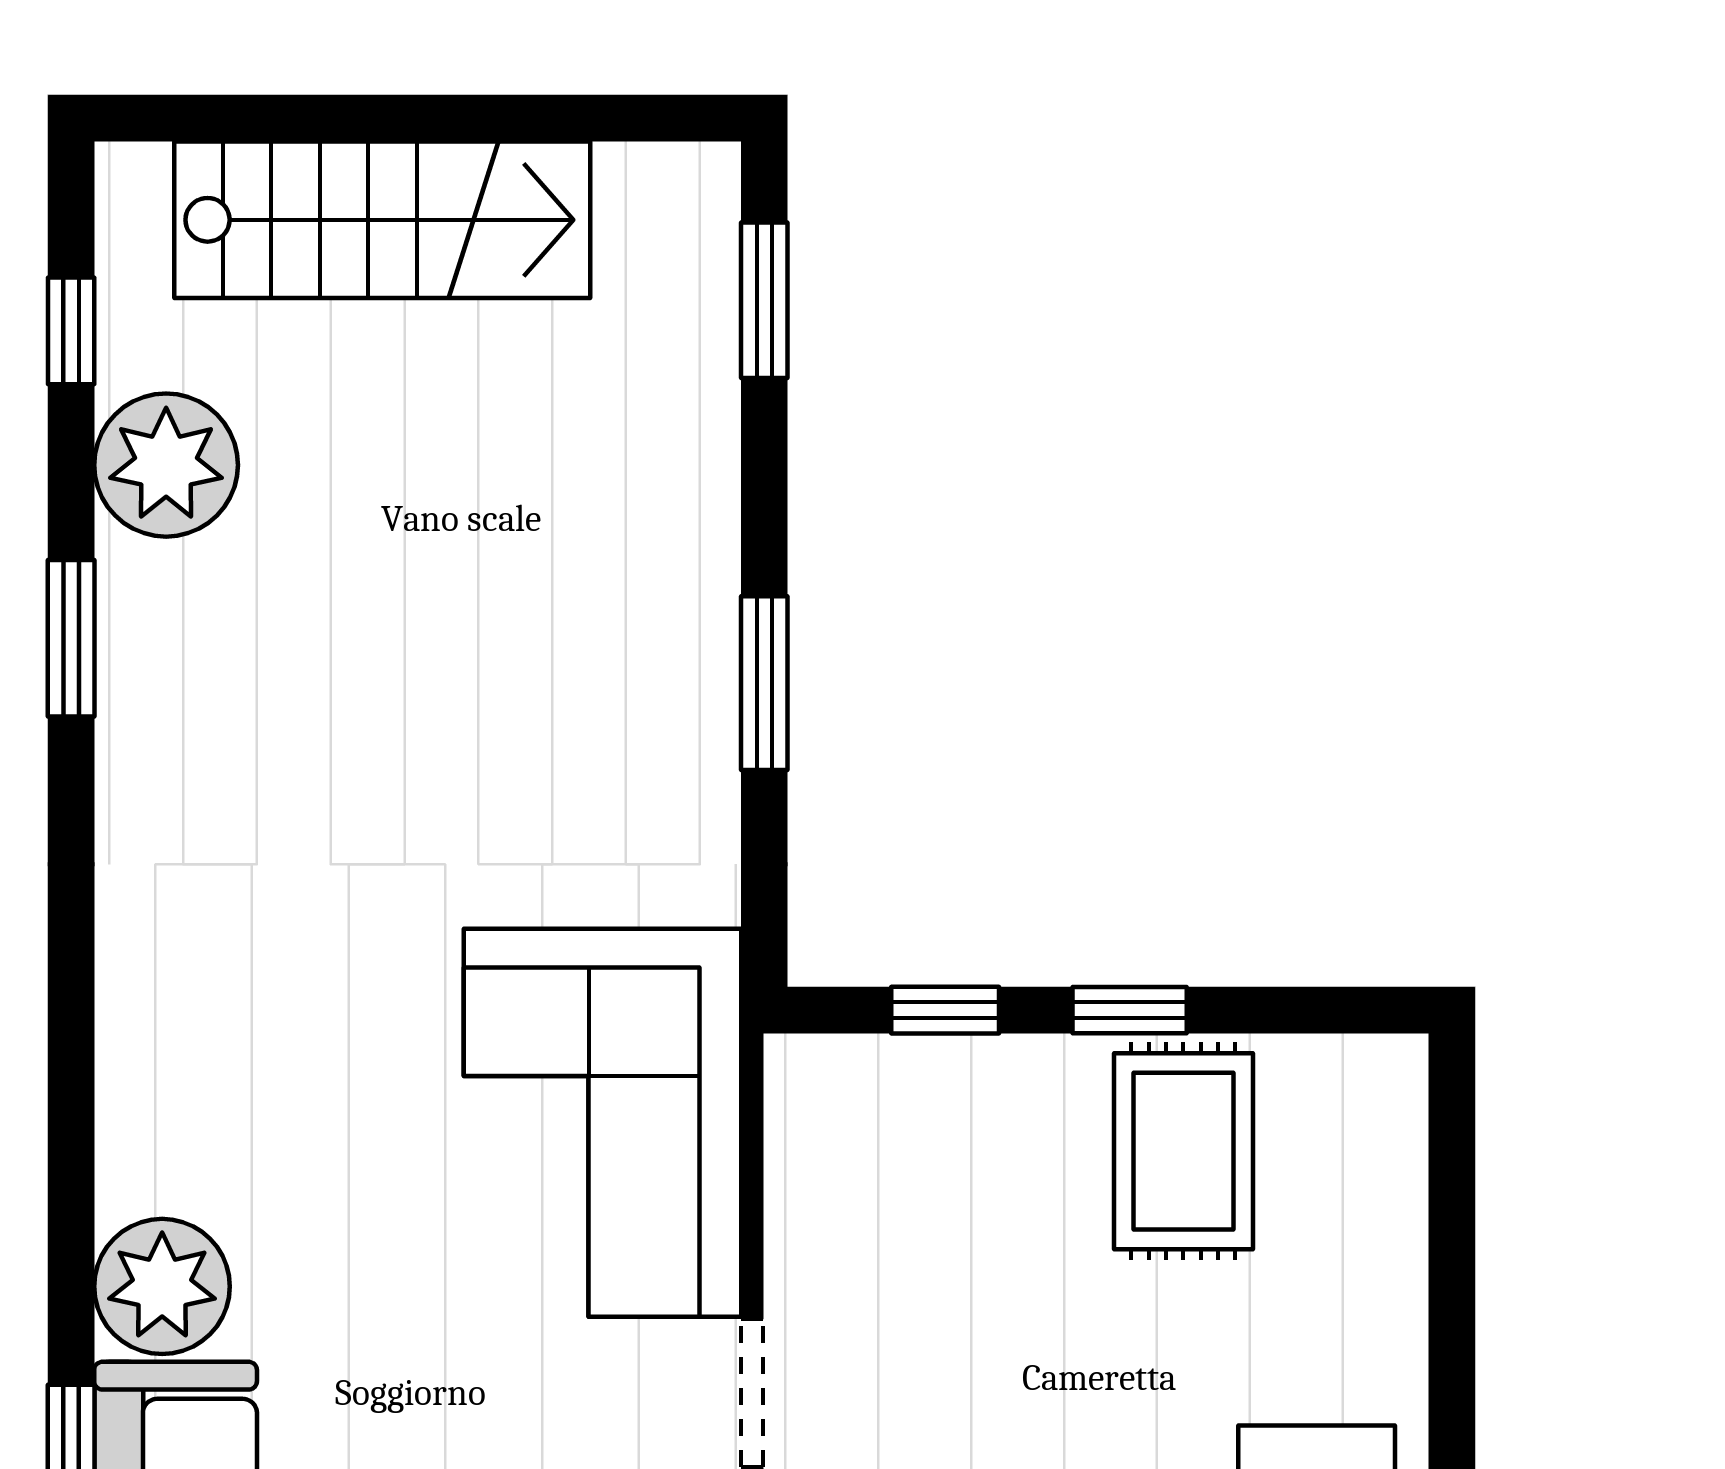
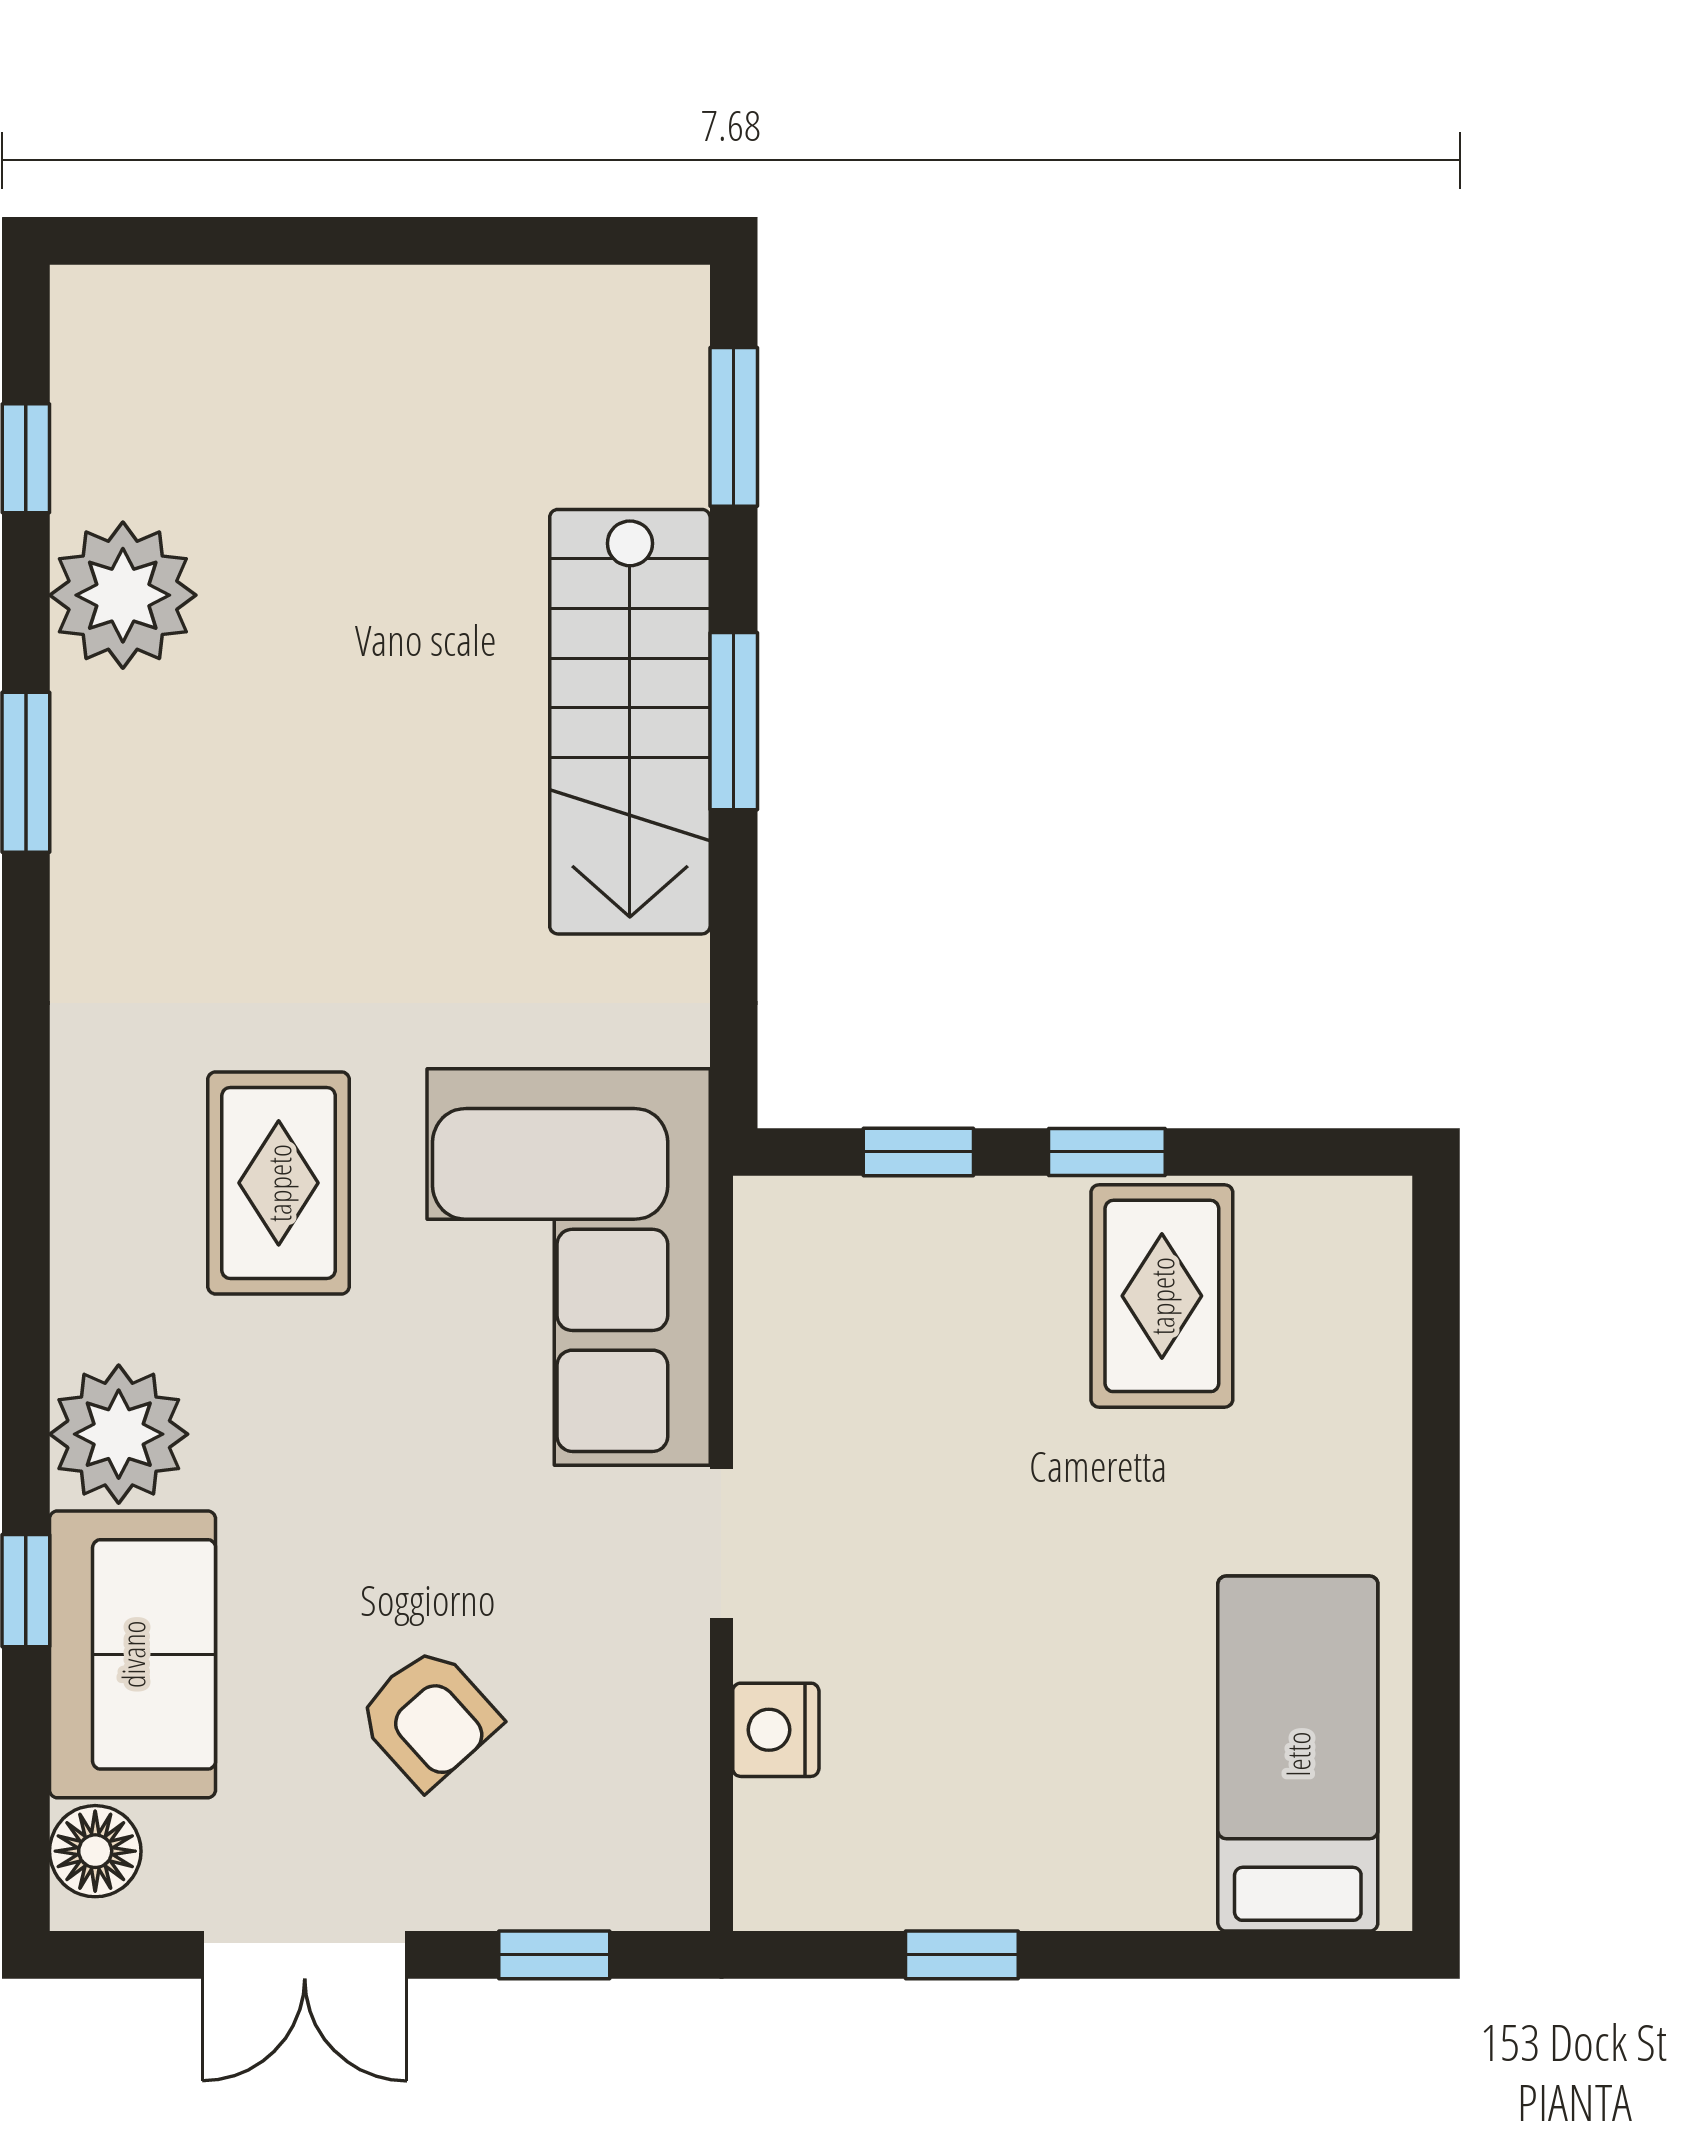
stairs: (382, 220) -> (630, 722), moved, turned 90
window: (764, 683) -> (734, 721), moved
rug: (318, 1041) -> (279, 1183), added

